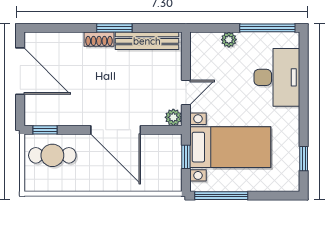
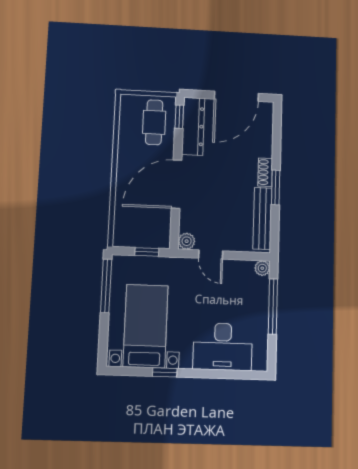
window: (267, 28) -> (273, 307), moved
plant: (229, 40) -> (262, 268), moved
dresser: (54, 115) -> (193, 126), added
bed with nightstands: (230, 147) -> (146, 326), moved, turned 180
window: (304, 159) -> (165, 372), moved

